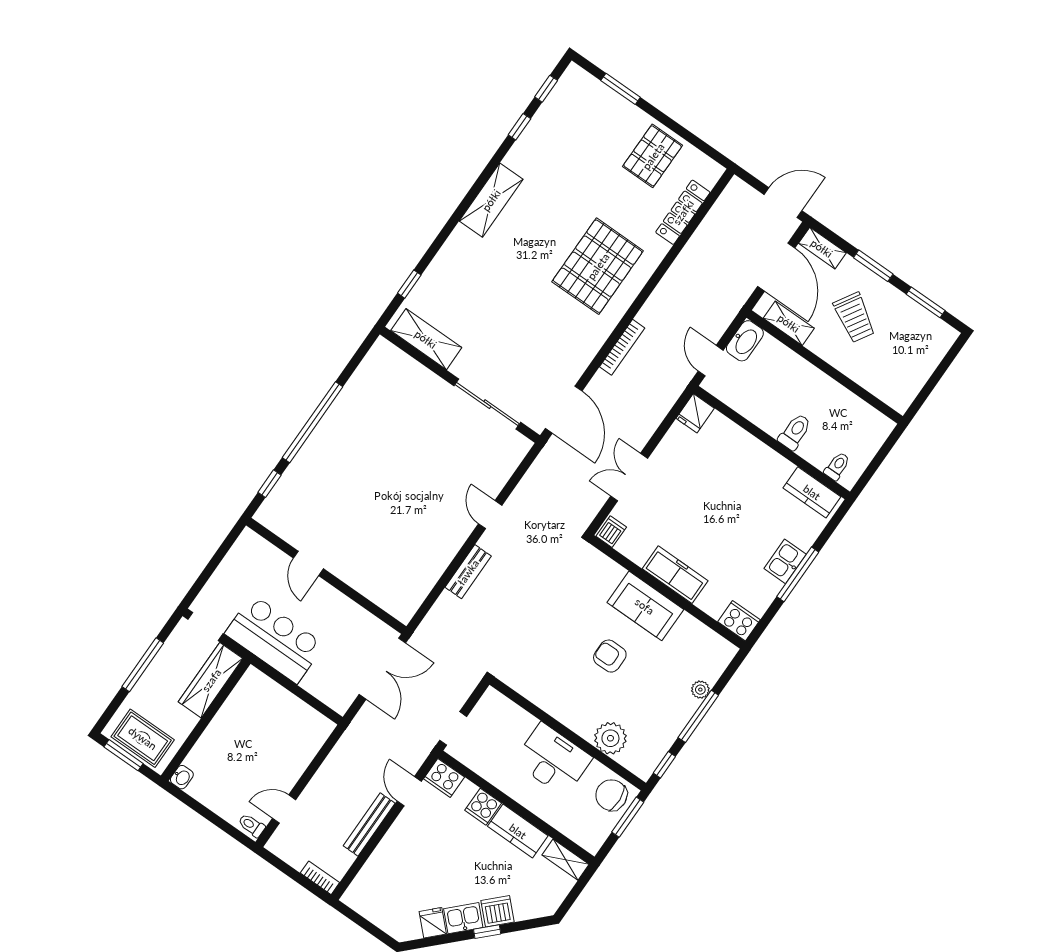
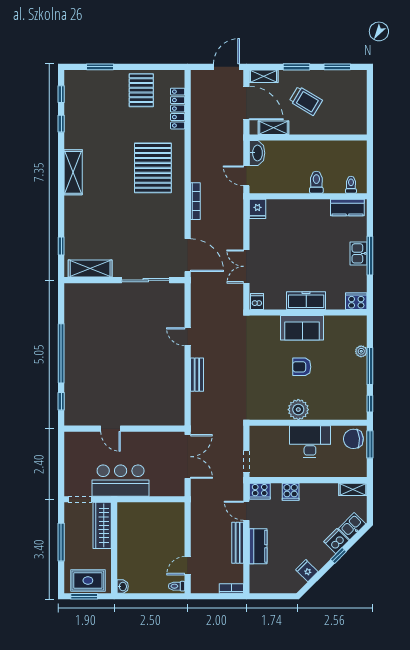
plant: (610, 738) -> (298, 410), moved
kitchen counter: (518, 831) -> (258, 546), moved, turned -90
kitchen sink: (463, 918) -> (352, 526), moved

